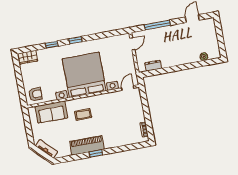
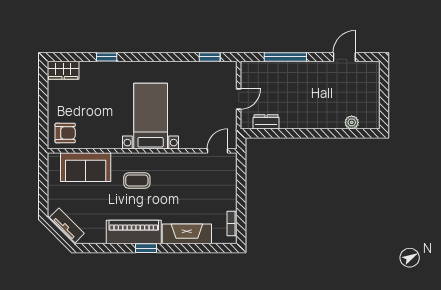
window: (75, 40) -> (210, 57), moved
door: (132, 44) -> (239, 99), moved
bed with nightstands: (84, 75) -> (151, 116), width x0.54
fireplace: (119, 141) -> (187, 234), added

